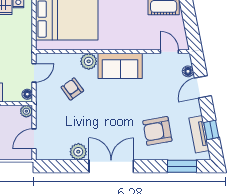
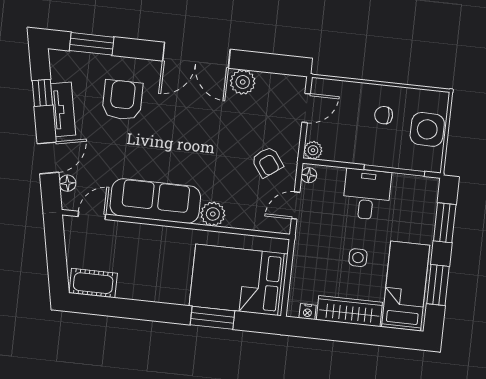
door: (169, 52) -> (92, 215), swing flipped
sofa: (120, 66) -> (155, 201), width x1.36
armchair: (72, 89) -> (267, 162), moved
armchair: (157, 131) -> (122, 100), turned -80
tv unit: (199, 134) -> (63, 109), moved

